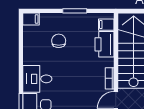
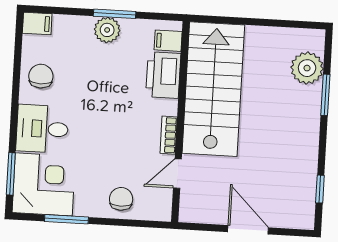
plant: (71, 20) -> (107, 30), added
chair: (59, 41) -> (41, 76), moved

